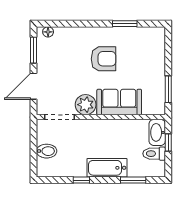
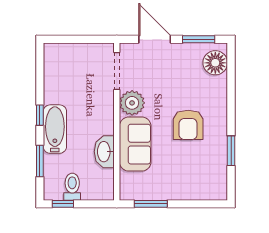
floor lamp: (48, 32) -> (215, 63), width x1.89, depth x1.89
washbasin: (157, 132) -> (104, 152), moved, turned -90
window: (168, 143) -> (63, 204), moved
bidet: (47, 151) -> (75, 55), removed
window: (81, 180) -> (40, 115), moved

